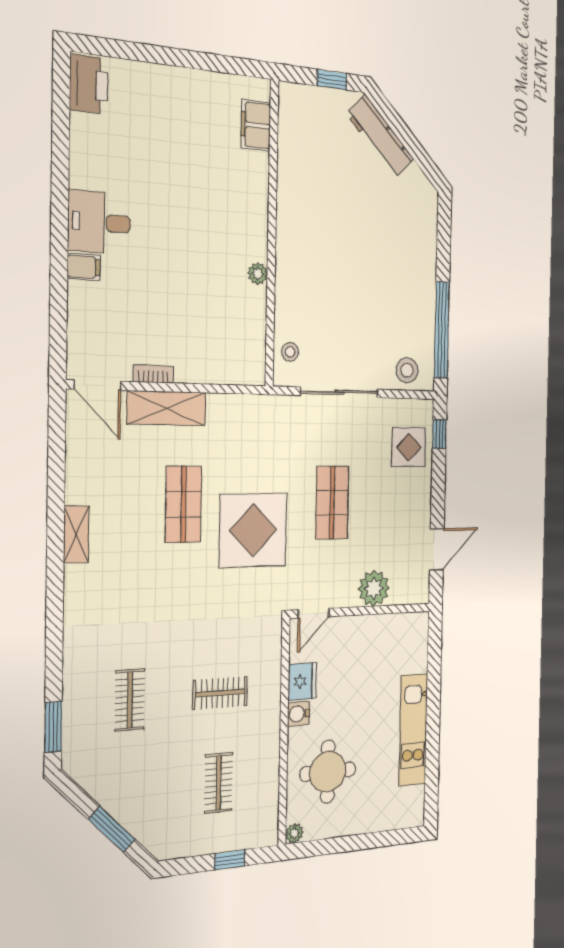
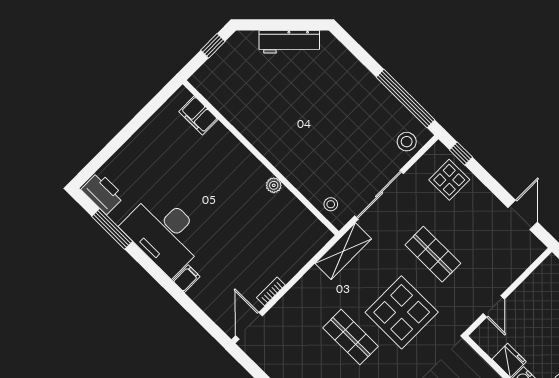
window: (61, 130) -> (112, 229), added
workbench: (380, 137) -> (289, 42), moved
desk: (99, 222) -> (164, 233), width x1.87, depth x1.30
door: (97, 385) -> (249, 326), swing flipped
shelving: (167, 408) -> (343, 251), moved
plant: (374, 588) -> (504, 273), removed
door: (314, 613) -> (494, 306), moved

